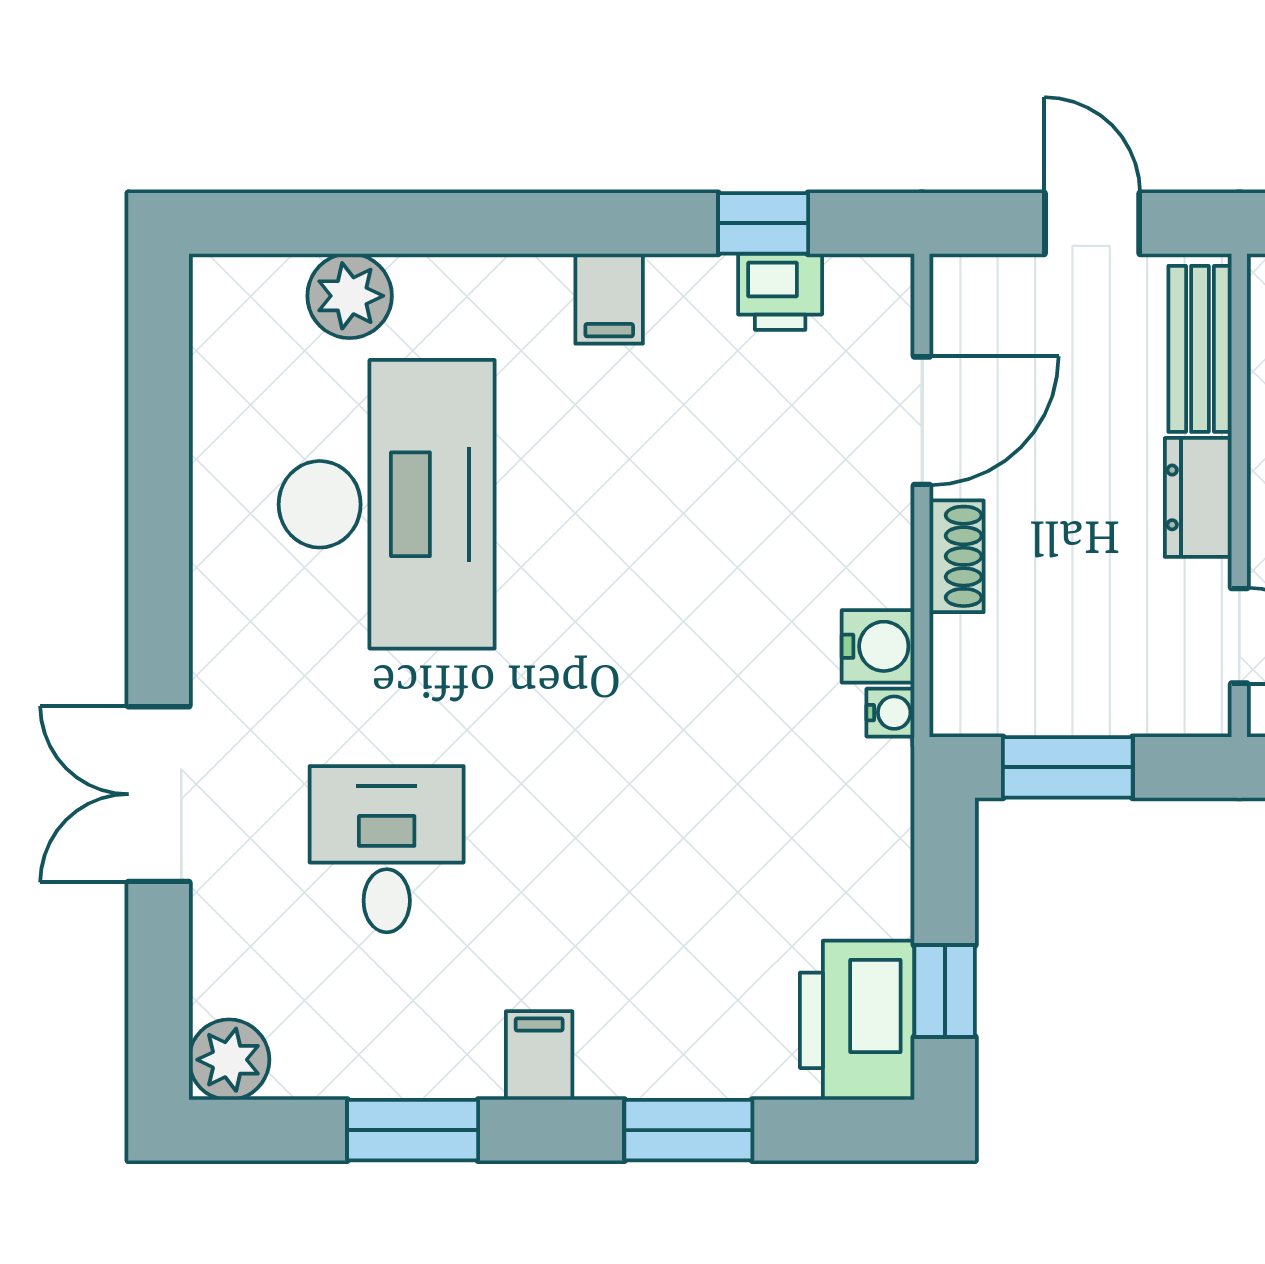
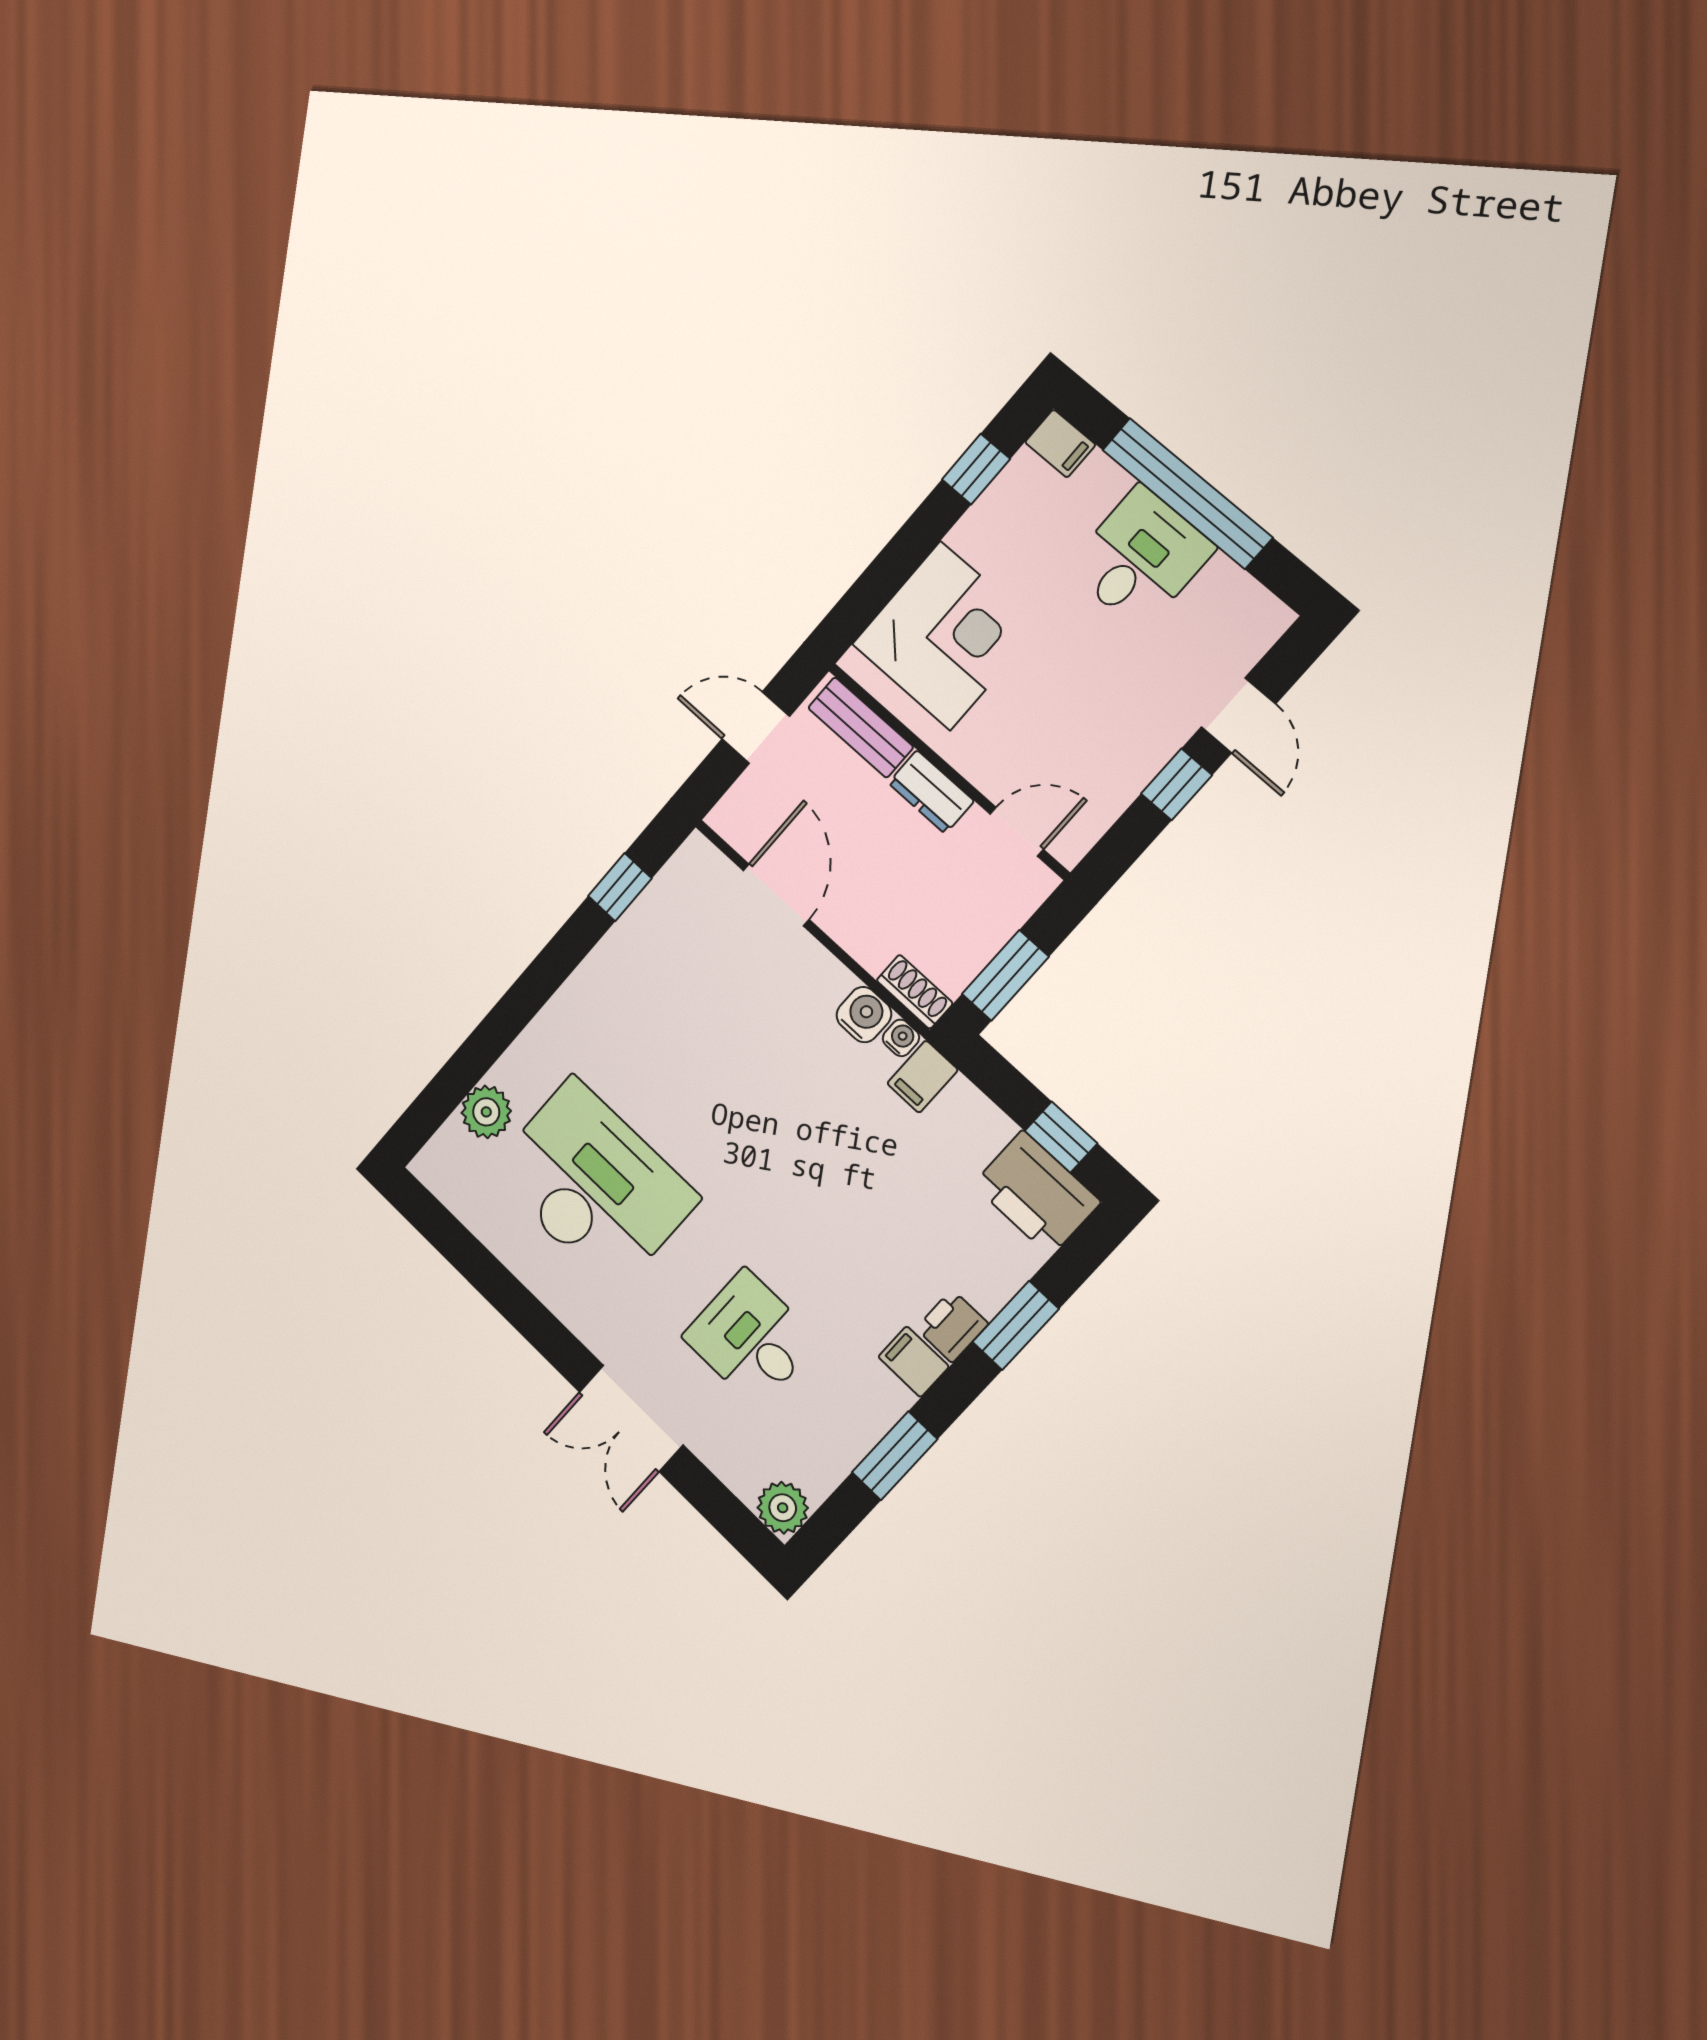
printer: (780, 292) -> (952, 1326), moved, turned 180
filing cabinet: (609, 299) -> (923, 1077), moved, turned 90
shoe rack: (957, 556) -> (915, 992), moved

